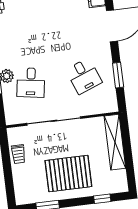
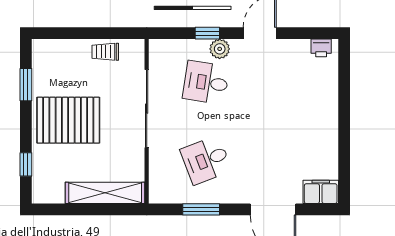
pallet: (68, 174) -> (68, 120), turned 90

